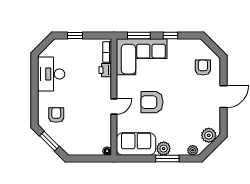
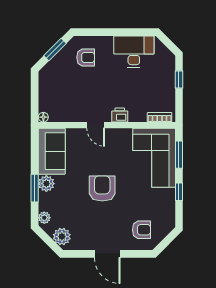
printer: (105, 70) -> (120, 115), moved
armchair: (152, 102) -> (102, 188), moved

